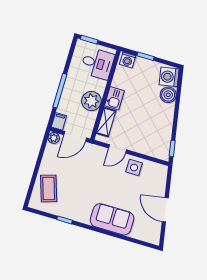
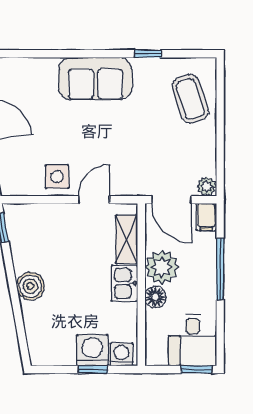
desk: (97, 63) -> (193, 340), moved, turned -90
washing machine: (169, 77) -> (92, 350), moved, turned -80
floor lamp: (100, 86) -> (156, 297), added
boiler: (168, 95) -> (30, 286), moved
door: (75, 136) -> (172, 200), swing flipped
sofa: (112, 219) -> (95, 79), moved

